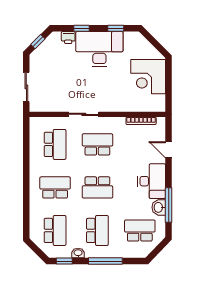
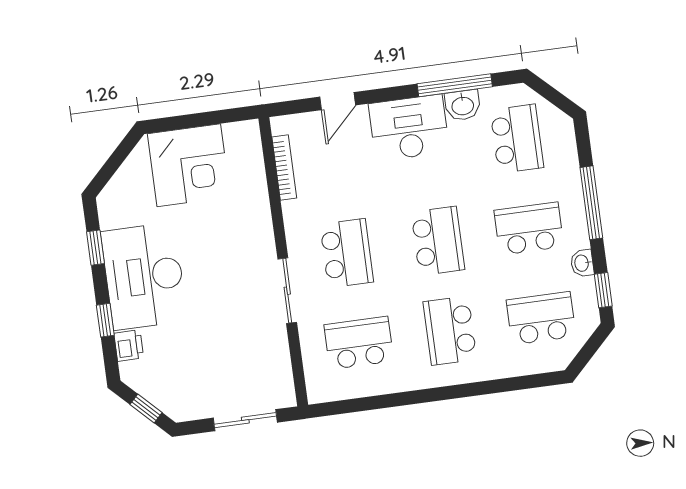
school desk: (97, 144) -> (347, 253), turned 180
school desk: (140, 230) -> (517, 139), turned 180

